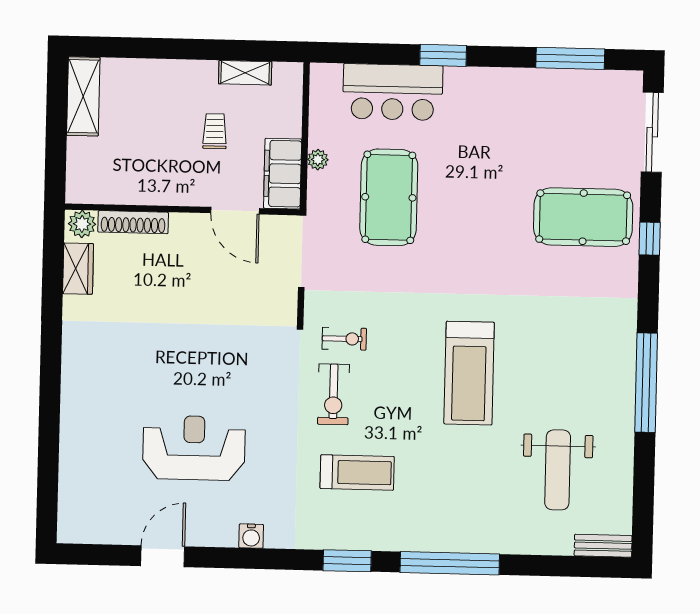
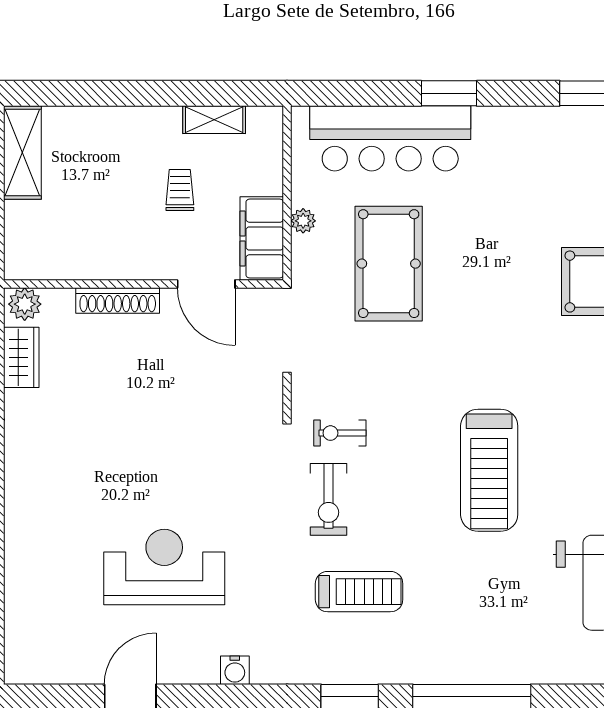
bar counter: (393, 92) -> (390, 138), width x1.36
shoe rack: (133, 222) -> (118, 301), moved
exercise bike: (344, 339) -> (340, 433), turned 180

